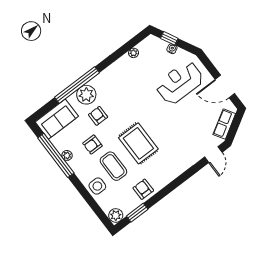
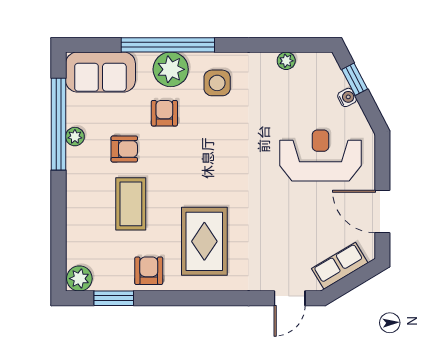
rug: (138, 143) -> (204, 241), moved
armchair: (92, 145) -> (124, 149), turned 180
side table: (97, 186) -> (217, 83), moved

